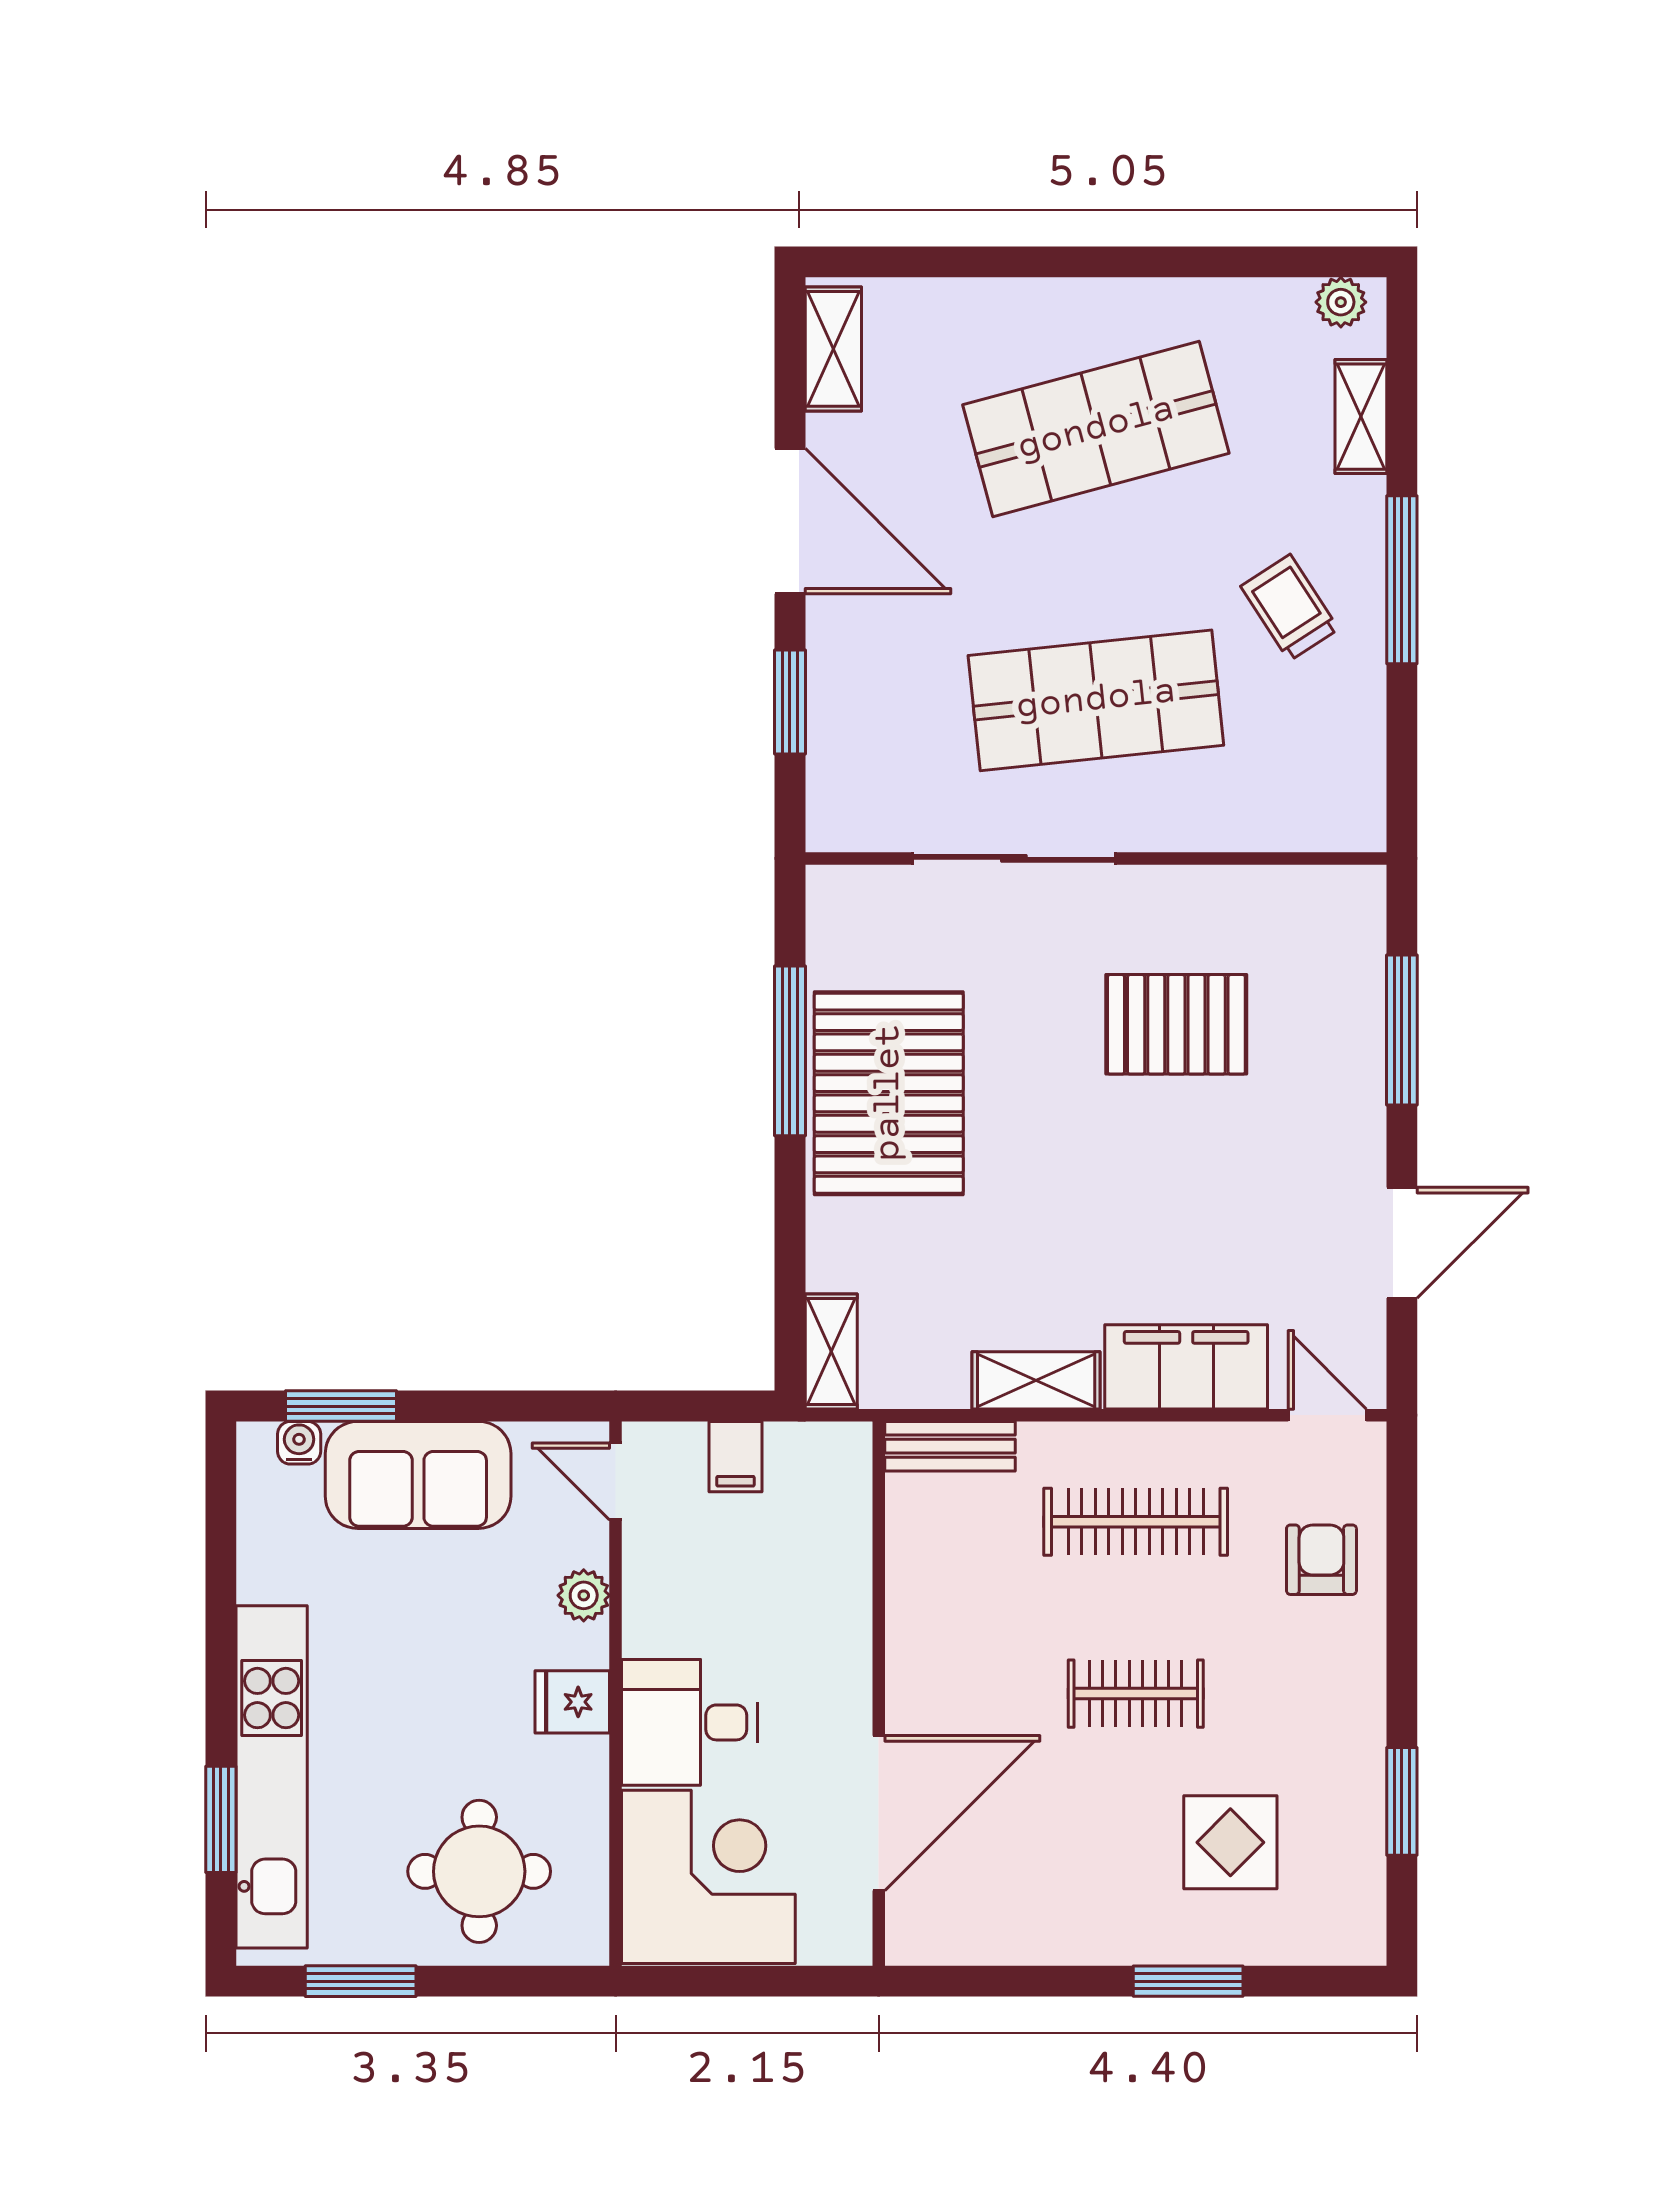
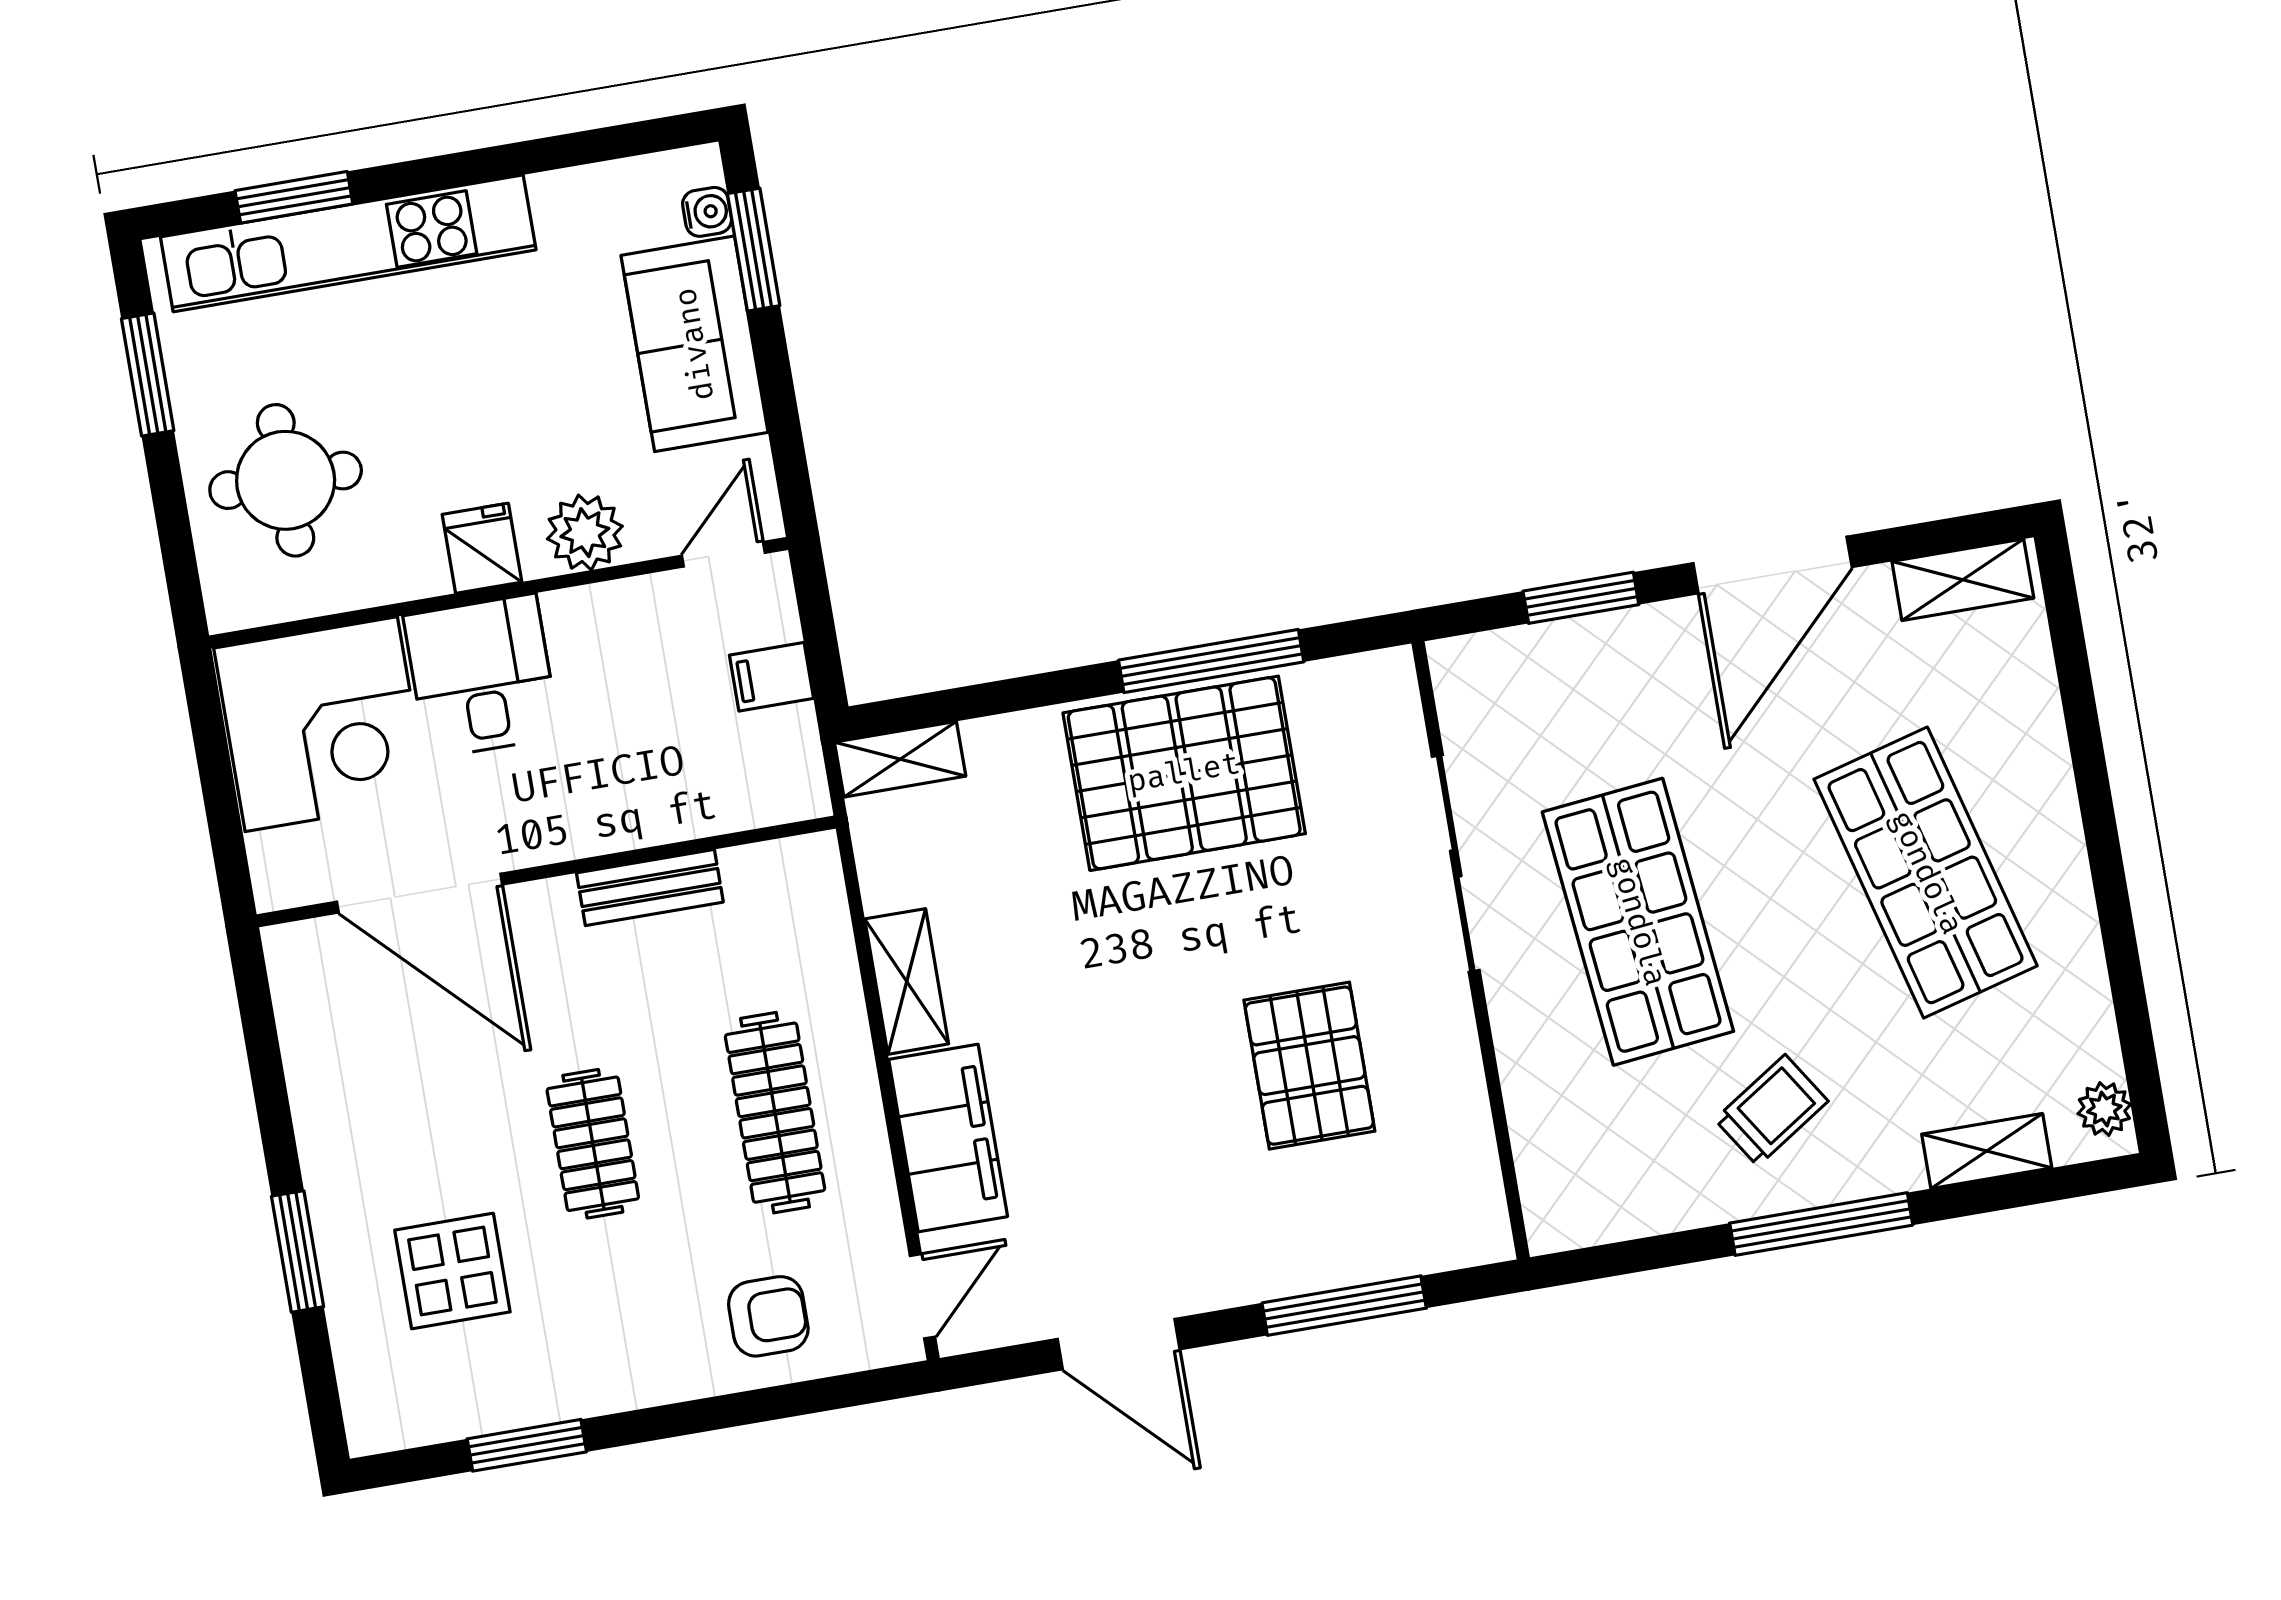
bench: (950, 1446) -> (650, 888), moved, turned 90
plant: (584, 1595) -> (585, 533), width x1.38, depth x1.38

